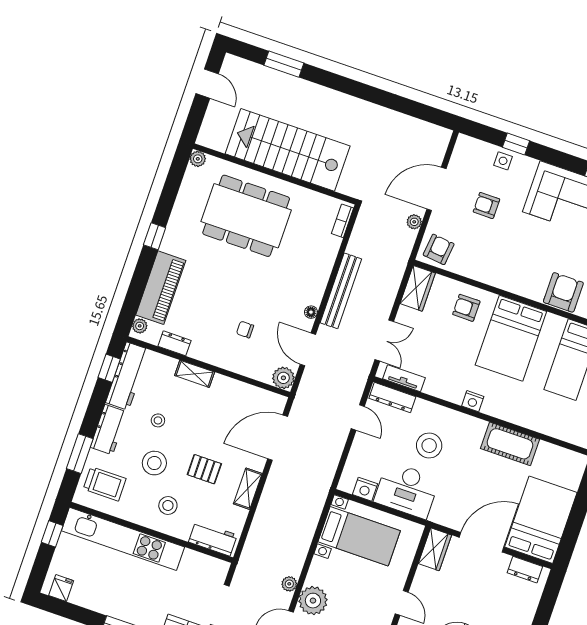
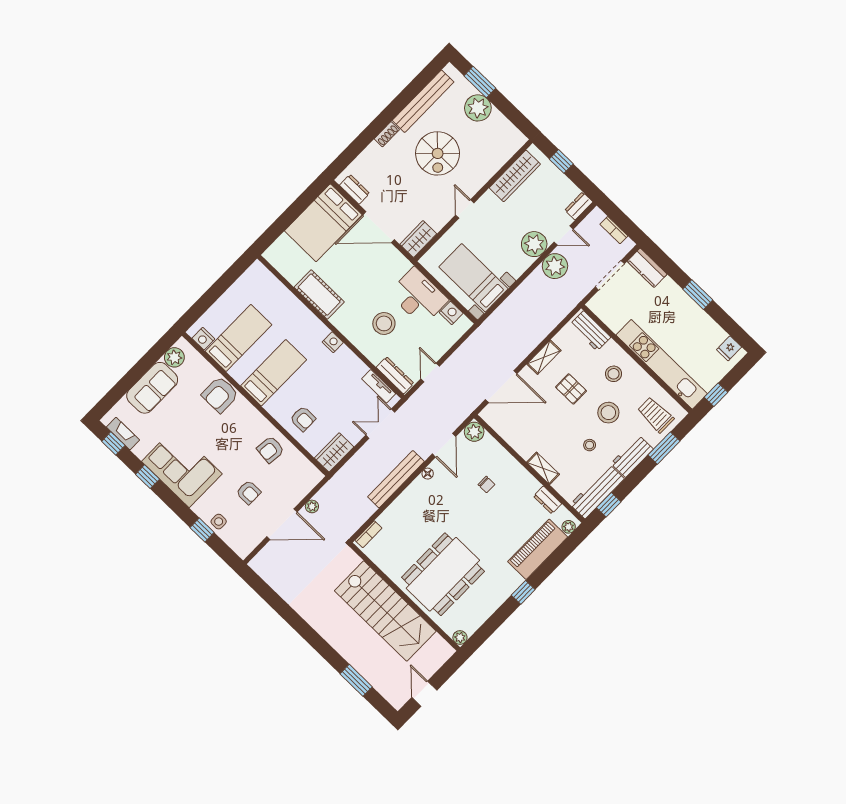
dining table: (246, 216) -> (443, 574), turned 90
armchair: (439, 249) -> (271, 450), moved
bed: (511, 338) -> (274, 373), width x0.67
plant: (289, 584) -> (555, 266), width x1.88, depth x1.88

